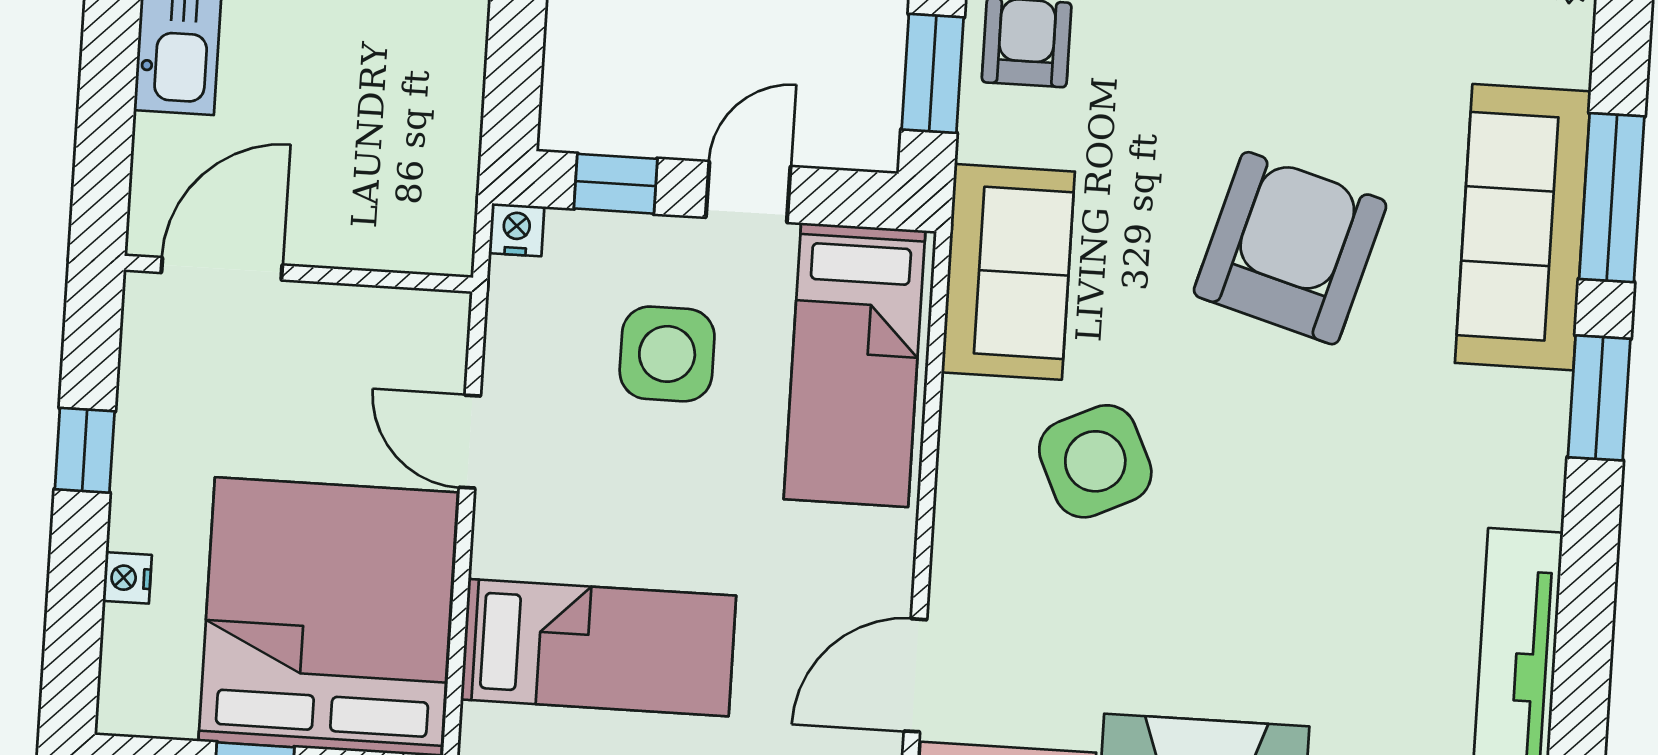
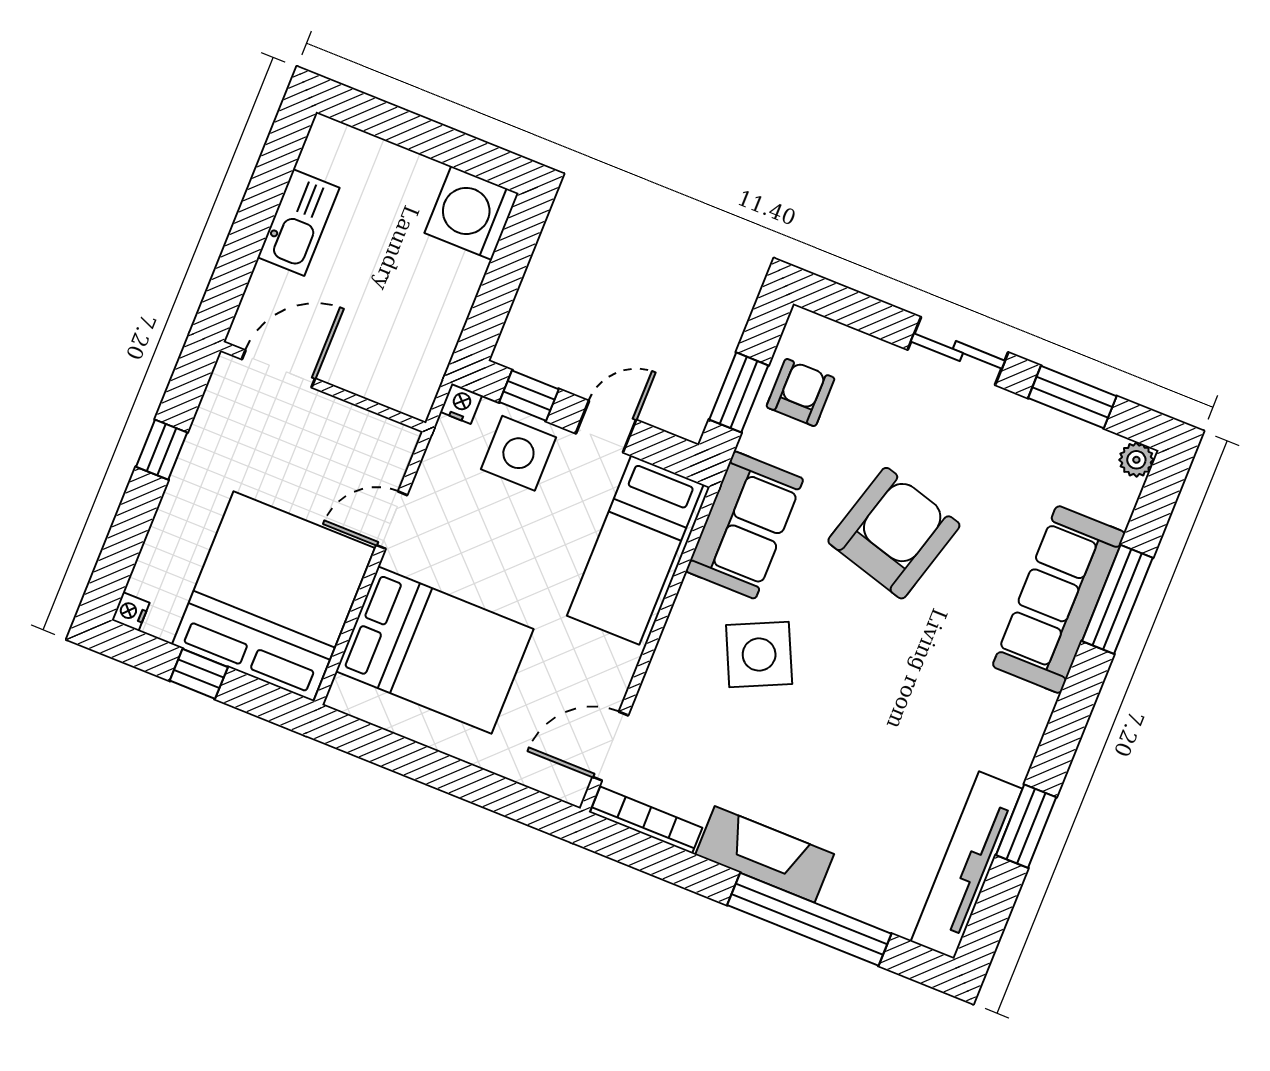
armchair: (1290, 248) -> (894, 533), moved
side table: (667, 354) -> (518, 453), moved
window: (1599, 398) -> (1026, 826), moved
door: (470, 442) -> (392, 520), hinge flipped
nightstand: (127, 578) -> (131, 612), moved
bed: (598, 648) -> (435, 650), width x1.50

